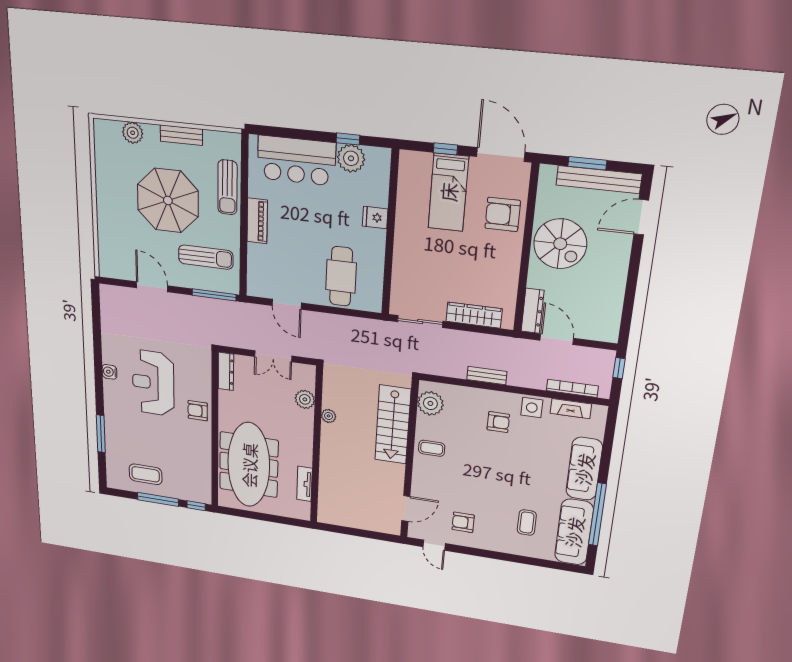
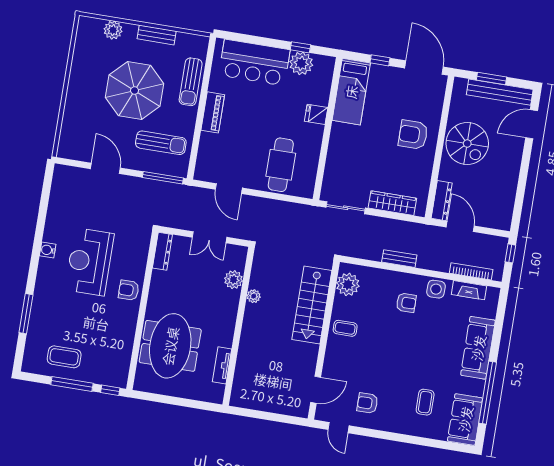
bed: (448, 192) -> (351, 92), moved
armchair: (503, 214) -> (413, 135), moved
meeting table: (249, 465) -> (170, 346), width x0.73
sofa: (574, 532) -> (465, 419), width x0.73

